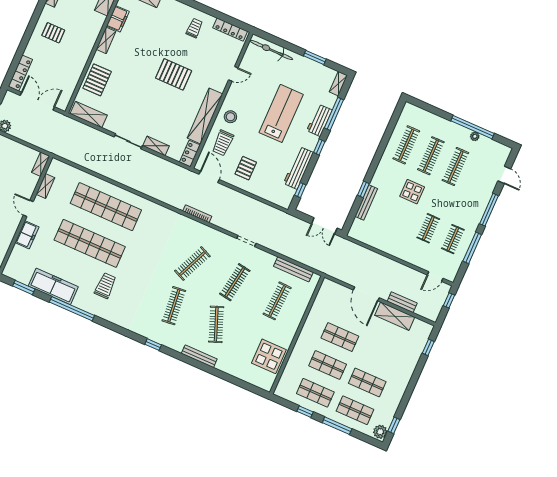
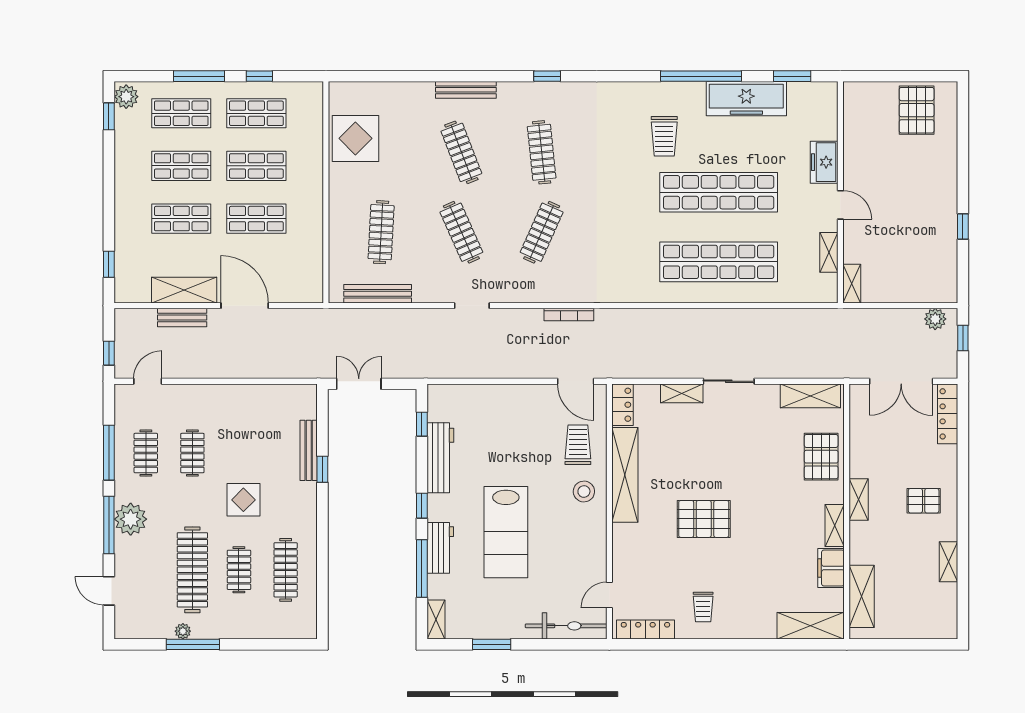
shelving: (87, 49) -> (859, 499), added
door: (233, 74) -> (609, 595), moved
window: (473, 127) -> (193, 644), width x0.68
clothes rail: (431, 156) -> (239, 570), width x0.73
clothes rail: (455, 167) -> (192, 570), width x1.37, depth x1.31
pallet: (246, 168) -> (524, 421), removed
plant: (476, 208) -> (131, 519), added
clothes rail: (235, 282) -> (461, 232), turned -33
shop shelf: (380, 355) -> (181, 219), added

